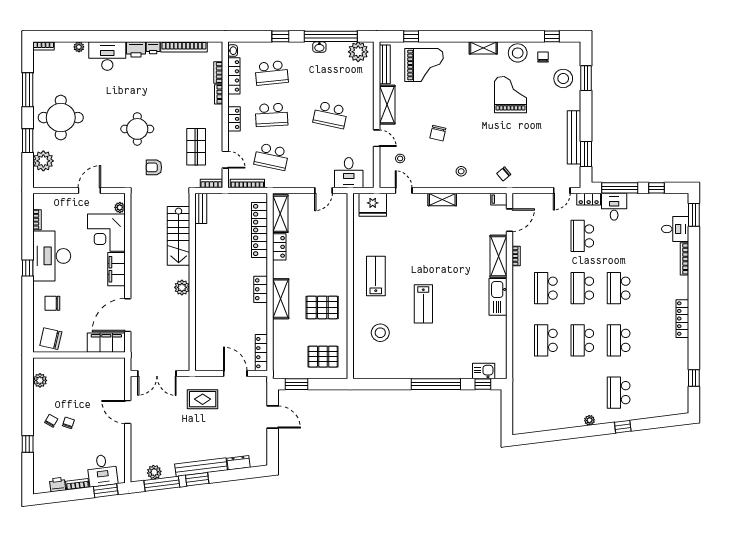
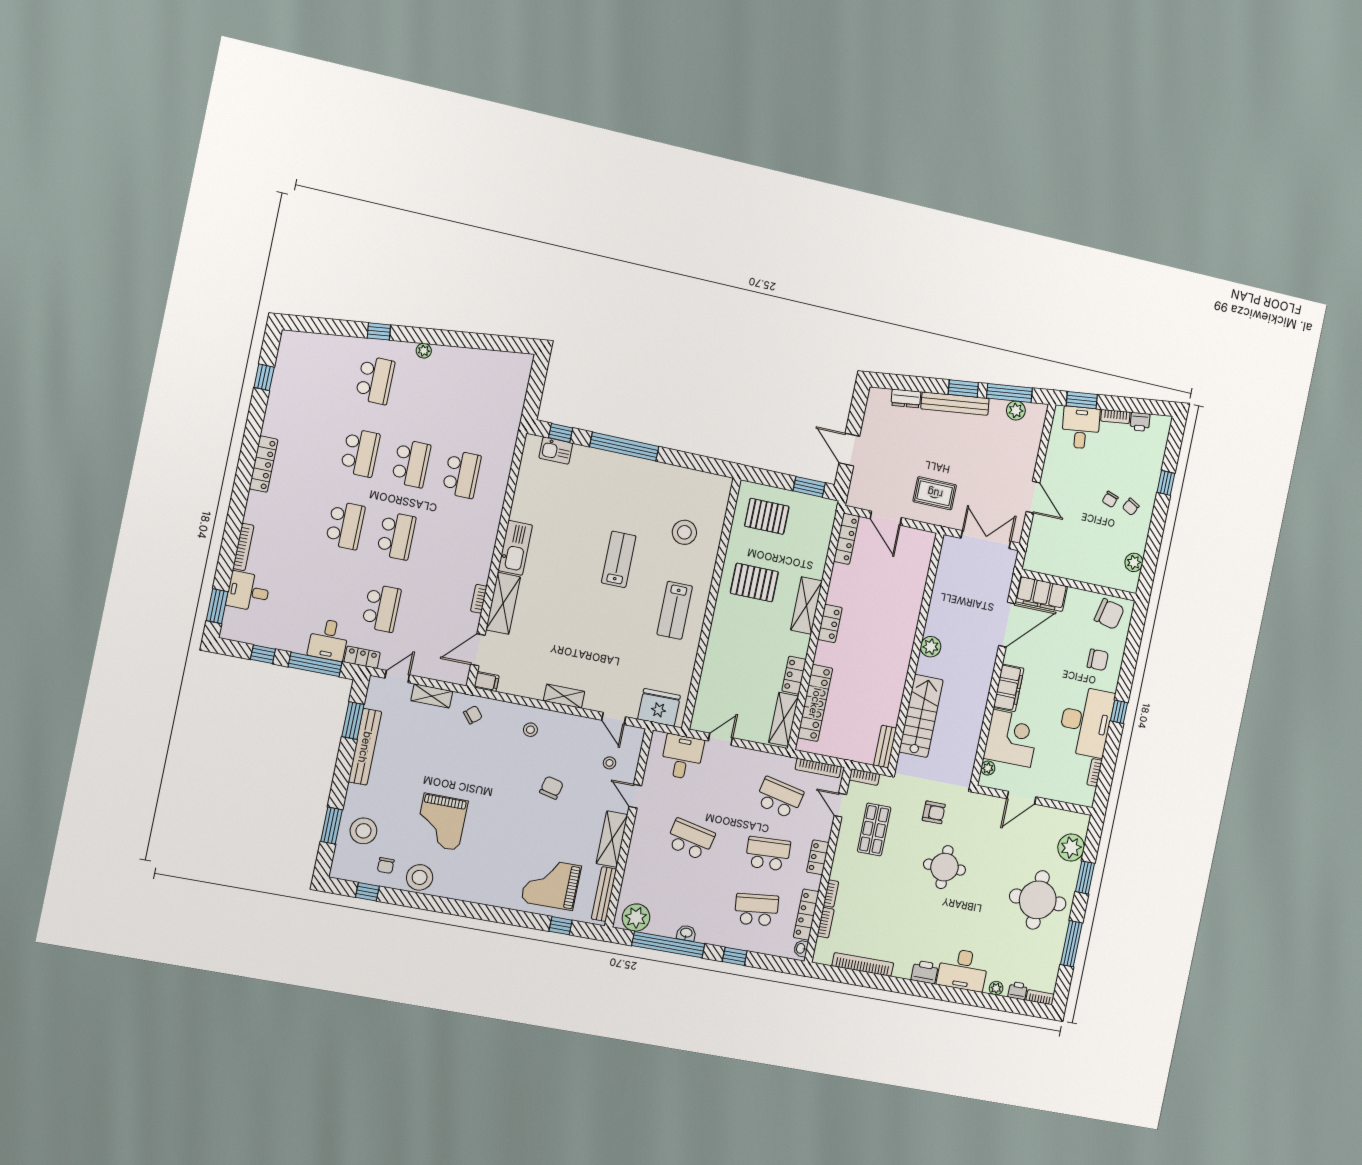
printer: (153, 48) -> (1018, 991), moved
shelving: (483, 48) -> (432, 696), moved
school desk: (546, 288) -> (447, 546), removed

